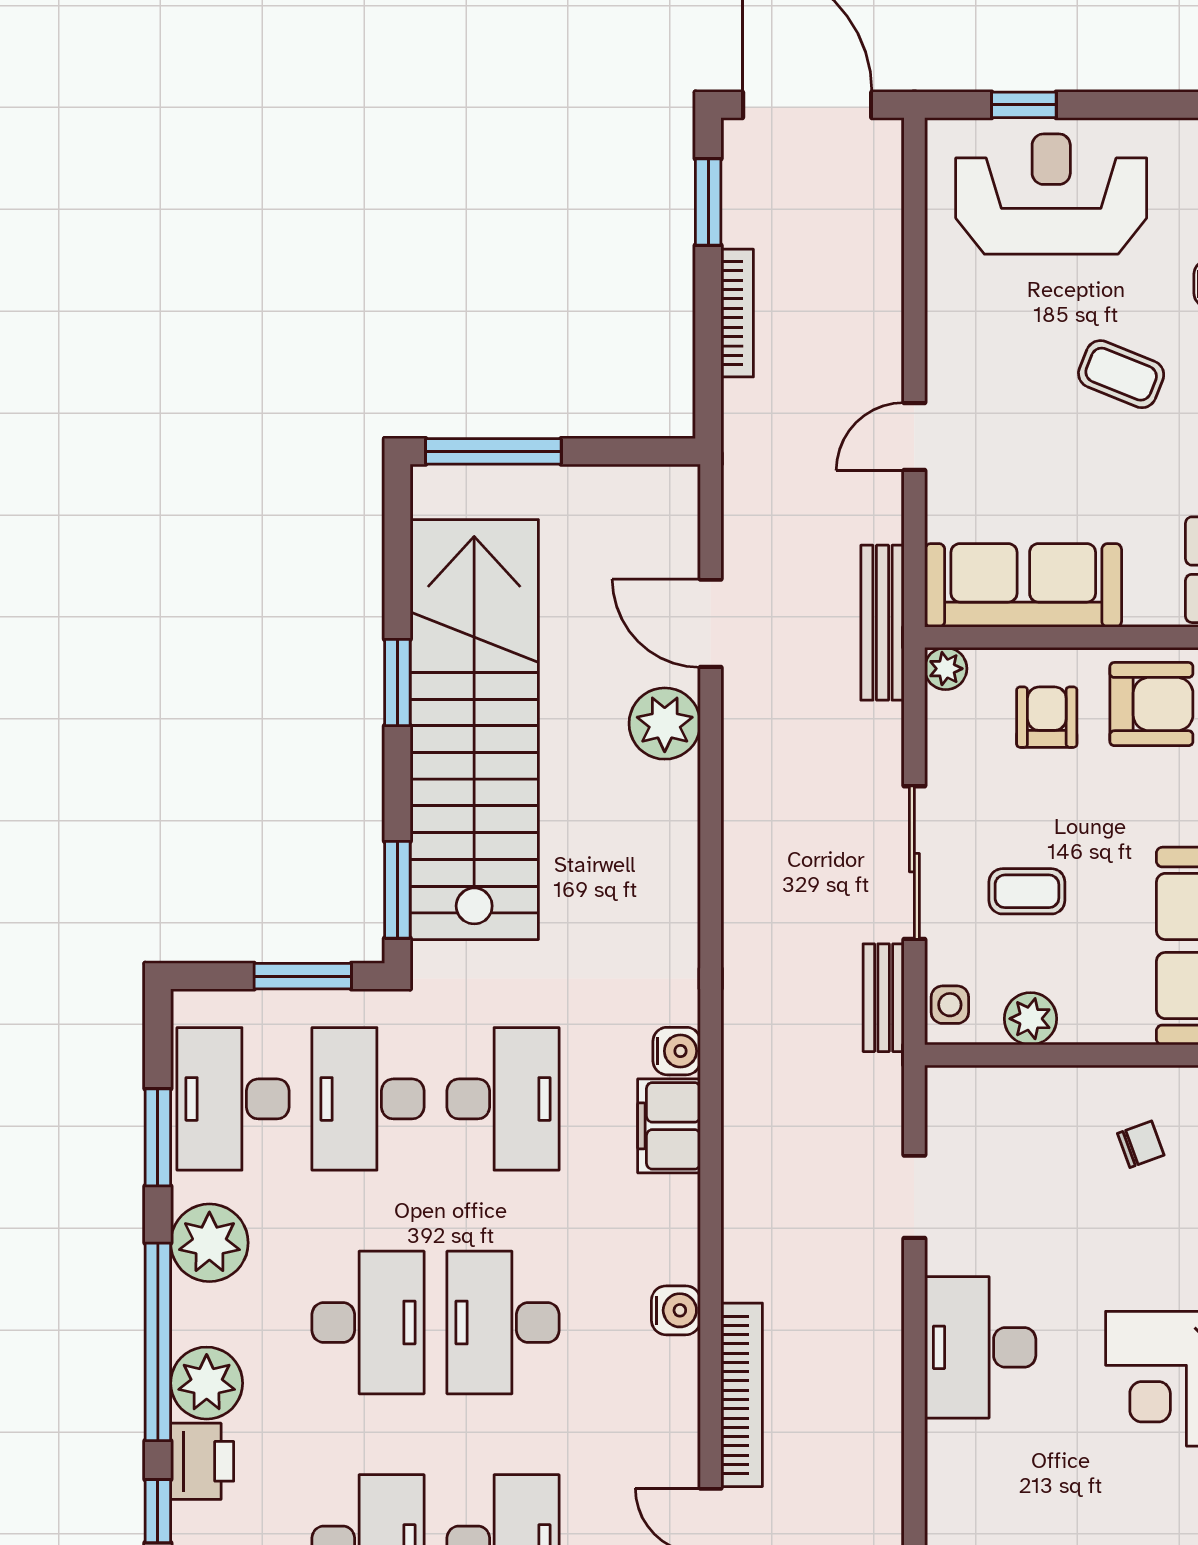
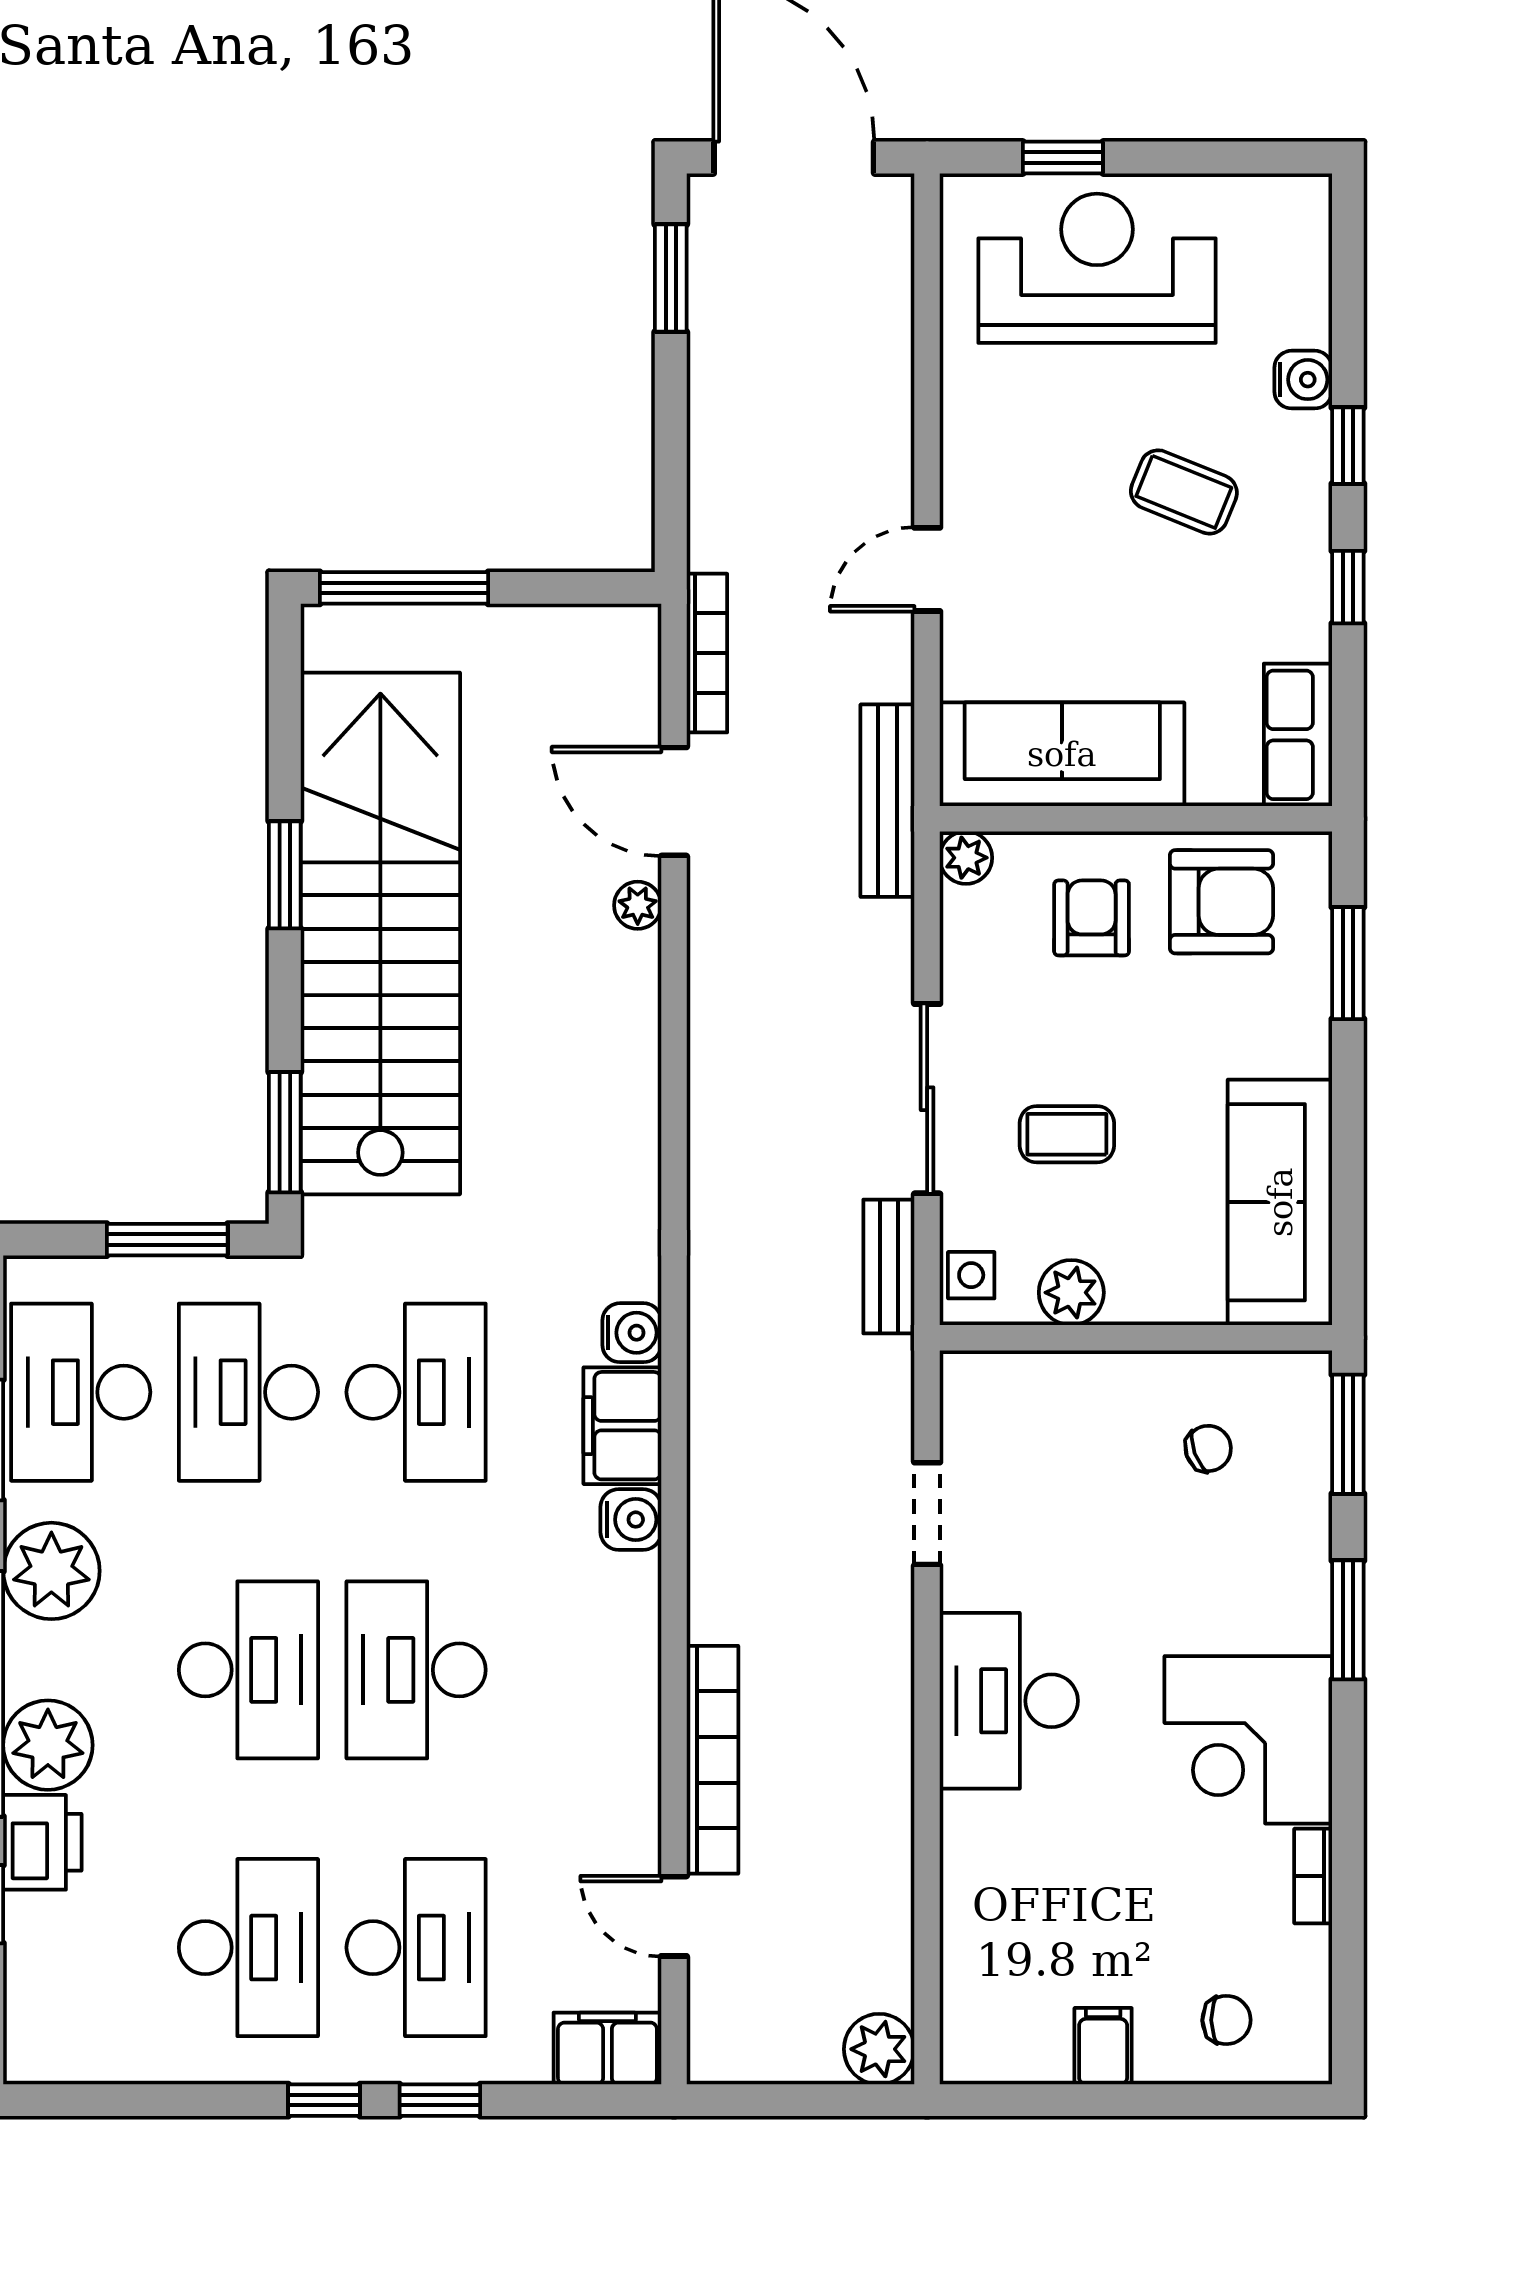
bookcase: (737, 313) -> (707, 653), moved
plant: (665, 724) -> (638, 905), width x0.53, depth x0.53
water cooler: (676, 1310) -> (631, 1520), moved

